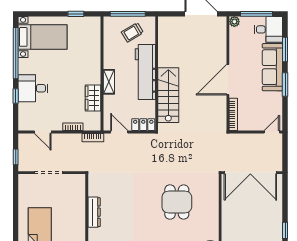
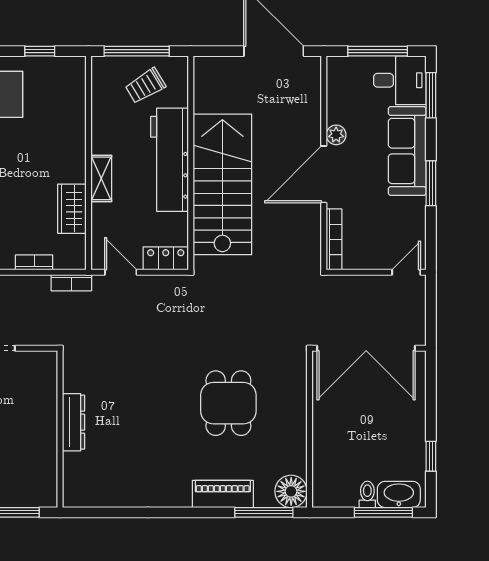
plant: (234, 22) -> (336, 135), moved
window: (285, 50) -> (431, 95), moved
stairs: (168, 95) -> (222, 184), width x1.36, depth x1.51

